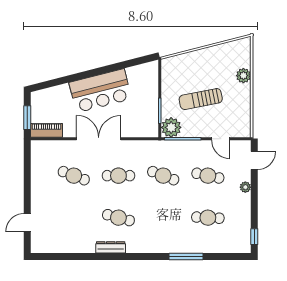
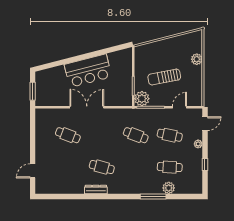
piano: (47, 130) -> (47, 101), removed
door: (221, 139) -> (179, 107), swing flipped
cafe table: (118, 176) -> (102, 135), removed
window: (254, 237) -> (205, 164), moved
plant: (206, 245) -> (169, 188), added

